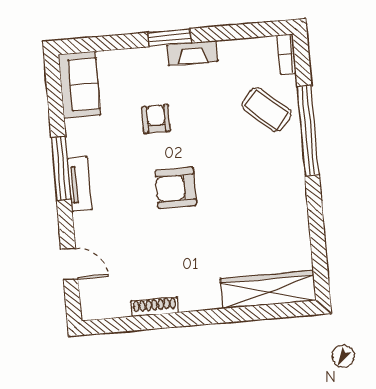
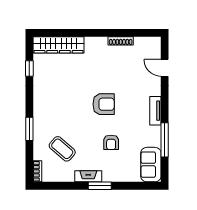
coffee table: (266, 110) -> (62, 149), moved
window: (308, 131) -> (29, 129), width x0.47
window: (61, 168) -> (165, 140), moved
window: (318, 241) -> (29, 69), added

